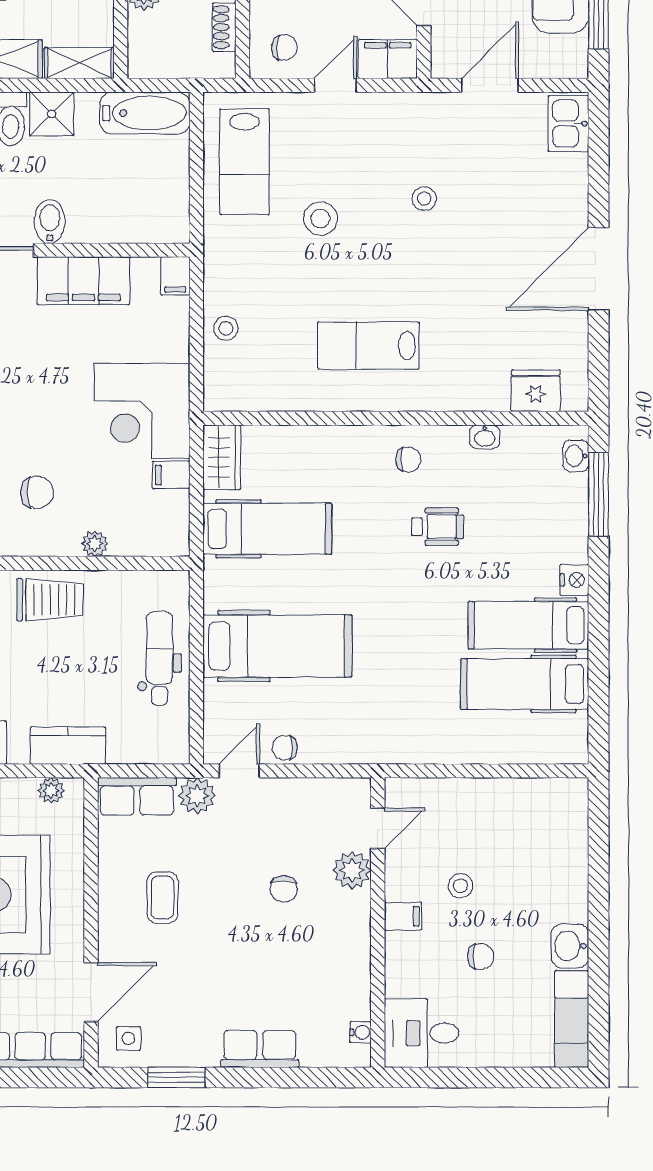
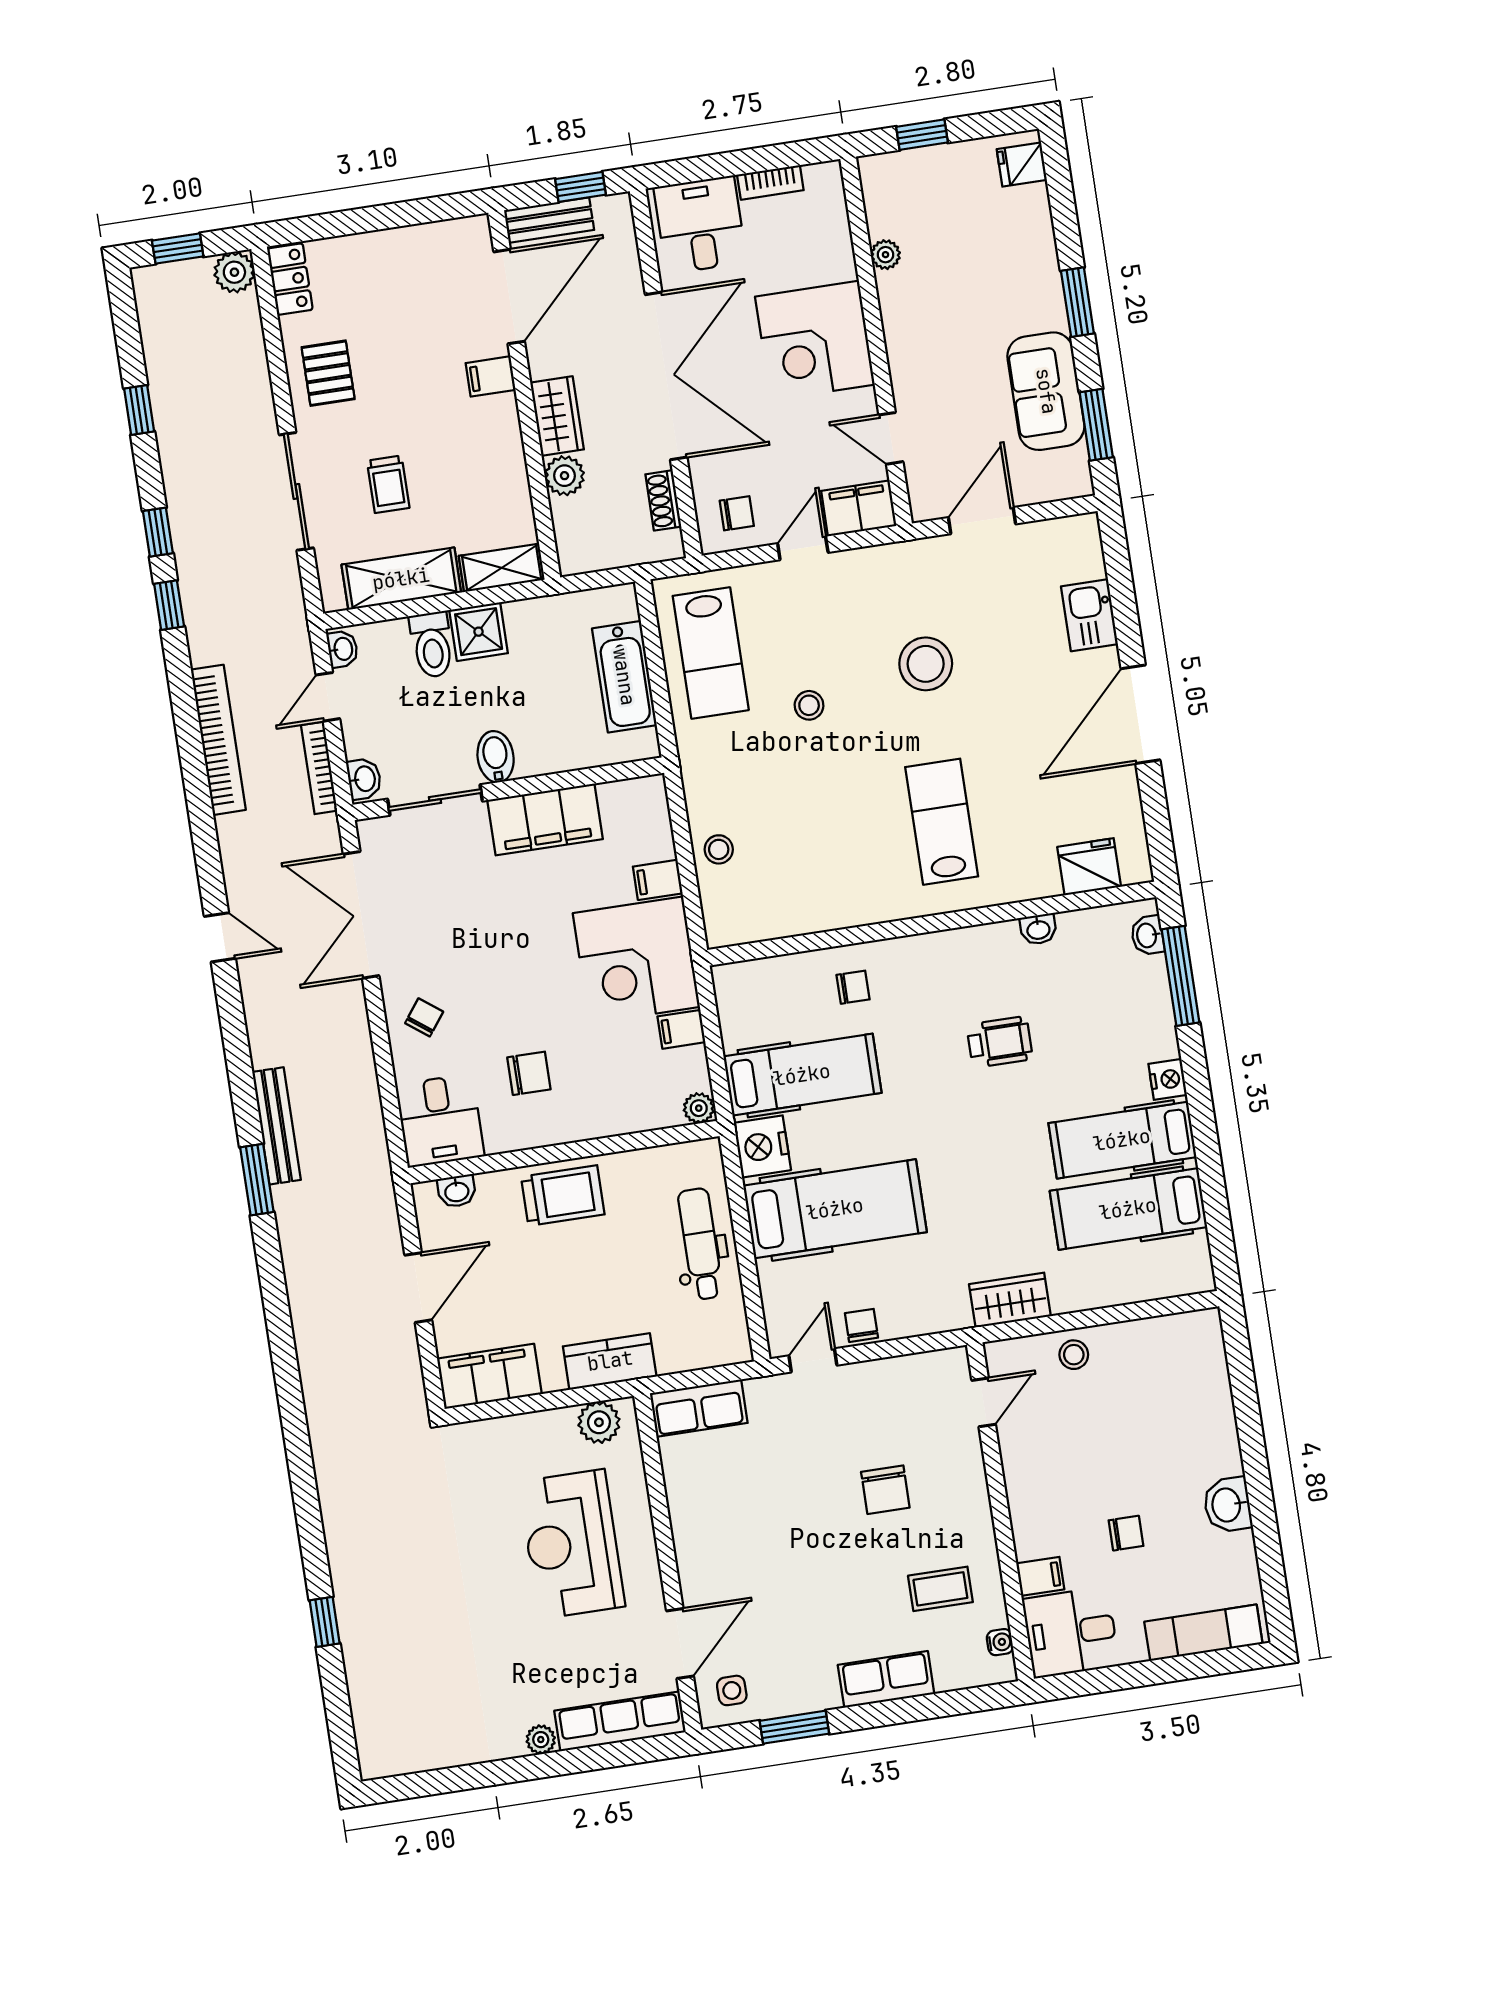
bathtub: (145, 113) -> (624, 677), moved, turned 90
kitchen sink: (568, 123) -> (1089, 615), moved
stool: (424, 199) -> (926, 664), width x1.89, depth x1.89
stool: (320, 219) -> (809, 705), width x0.73, depth x0.73
filing cabinet: (175, 276) -> (658, 880), moved, turned 90
lab bench: (368, 346) -> (942, 822), moved, turned 90
wardrobe: (222, 457) -> (1010, 1300), moved, turned -90
chair: (408, 460) -> (853, 987), moved
plant: (95, 544) -> (699, 1108), moved
nightstand: (224, 584) -> (762, 1146), added
chair: (285, 748) -> (861, 1325), turned 90
plant: (51, 791) -> (599, 1422), width x1.38, depth x1.38
plant: (197, 796) -> (768, 1397), removed
plant: (352, 870) -> (961, 1456), removed
stool: (460, 886) -> (1074, 1355), moved
chair: (284, 889) -> (885, 1490), width x1.37, depth x1.37
coffee table: (162, 897) -> (940, 1589), moved, turned 90
filing cabinet: (403, 916) -> (1040, 1576), moved
exam couch: (572, 1019) -> (1203, 1633), moved, turned 90

